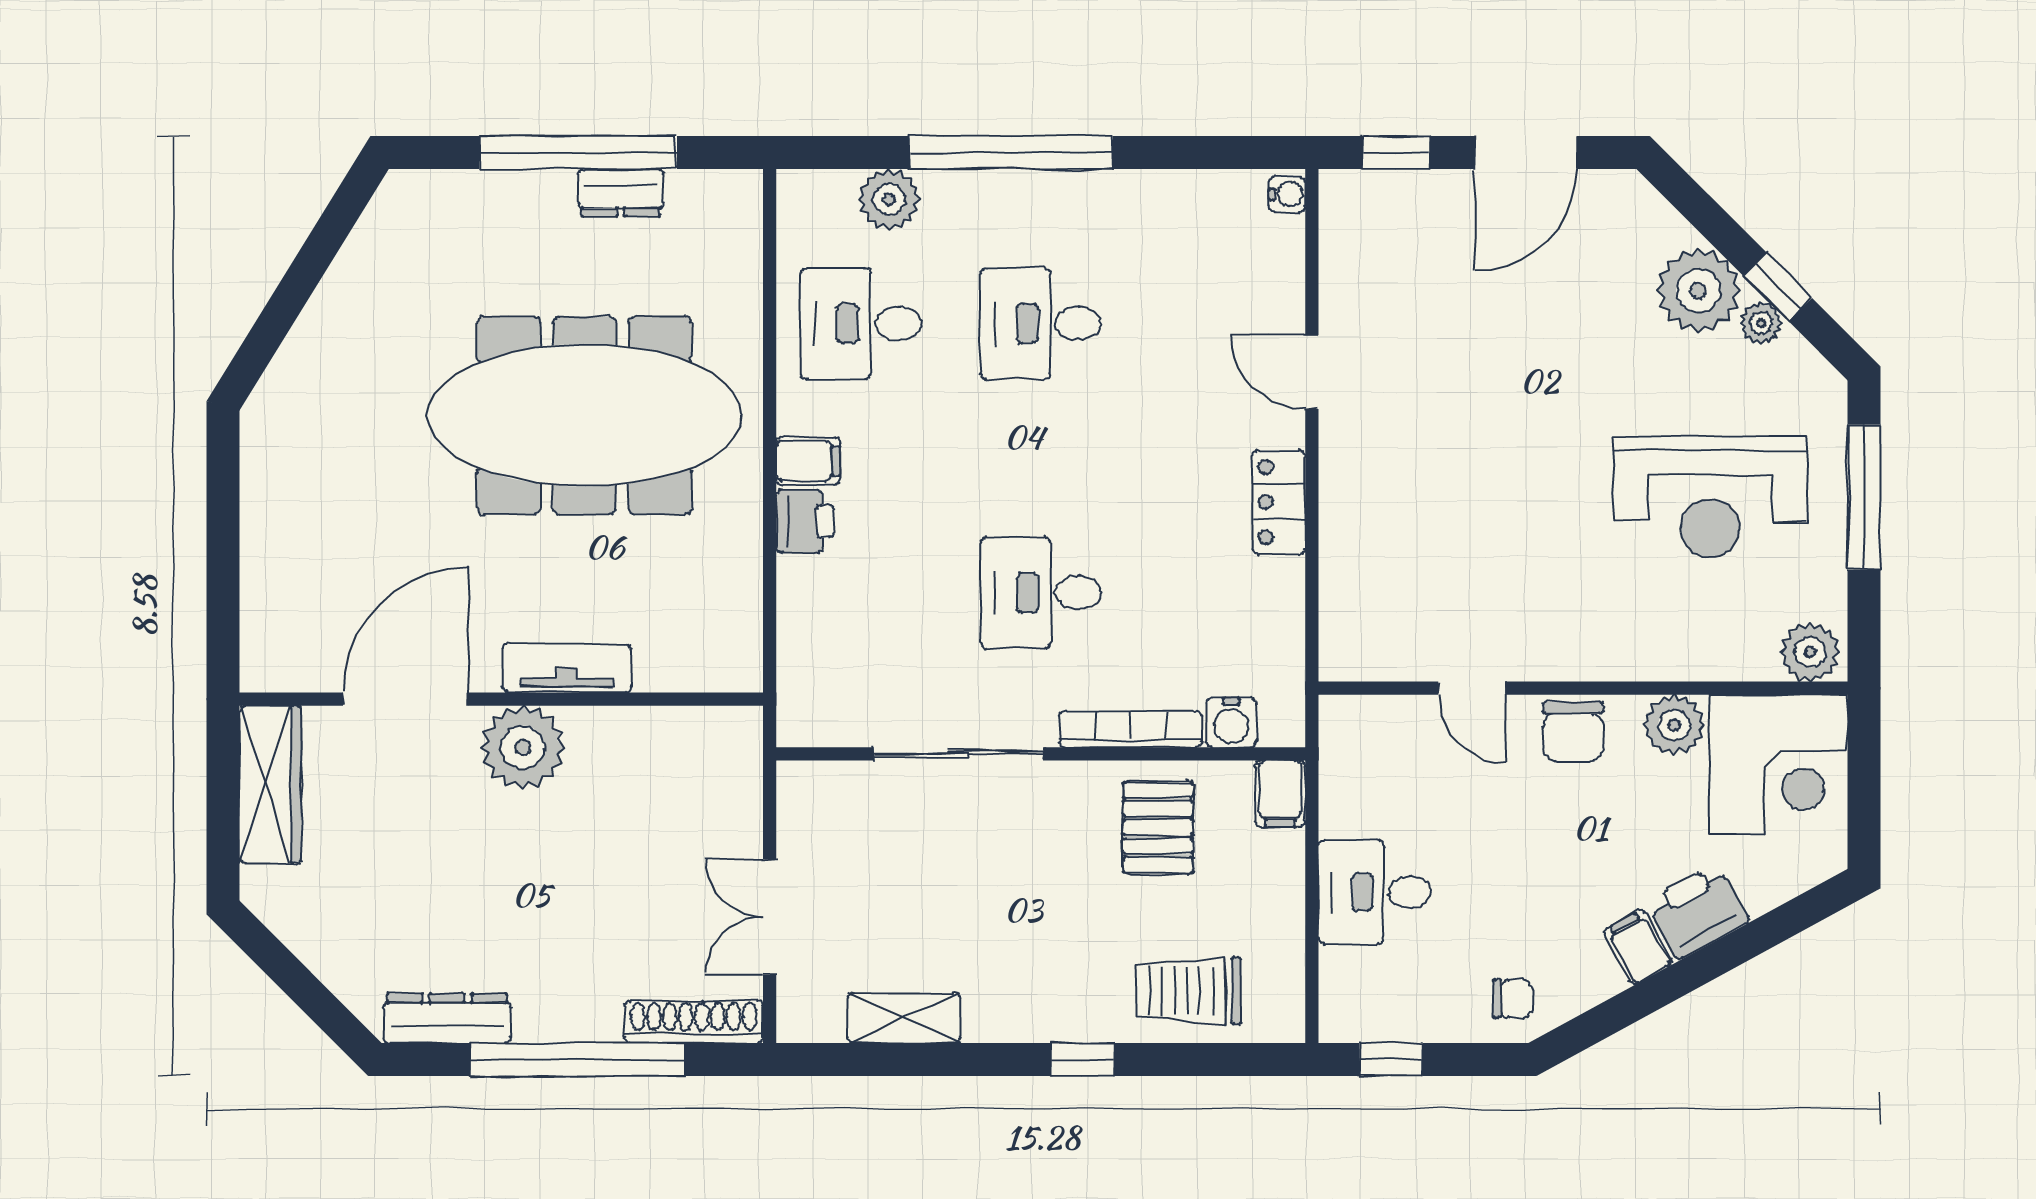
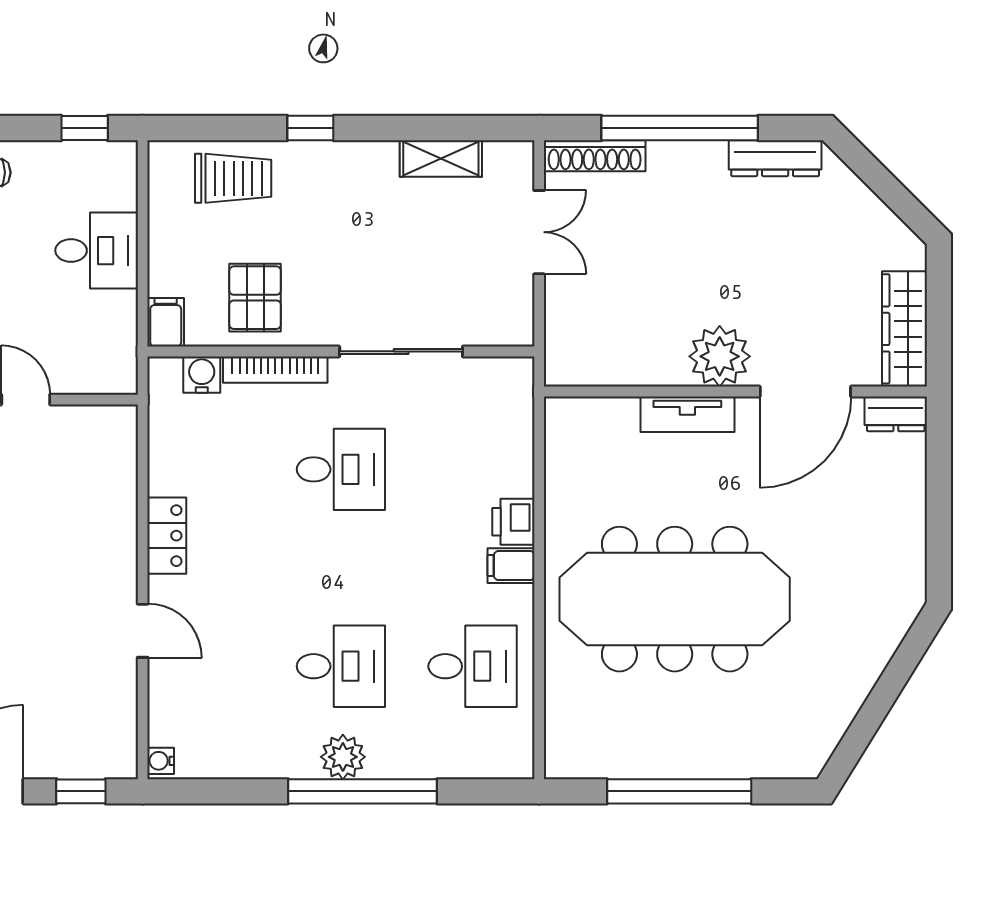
dresser: (621, 193) -> (896, 414), moved, turned 180
plant: (889, 199) -> (343, 757), moved

